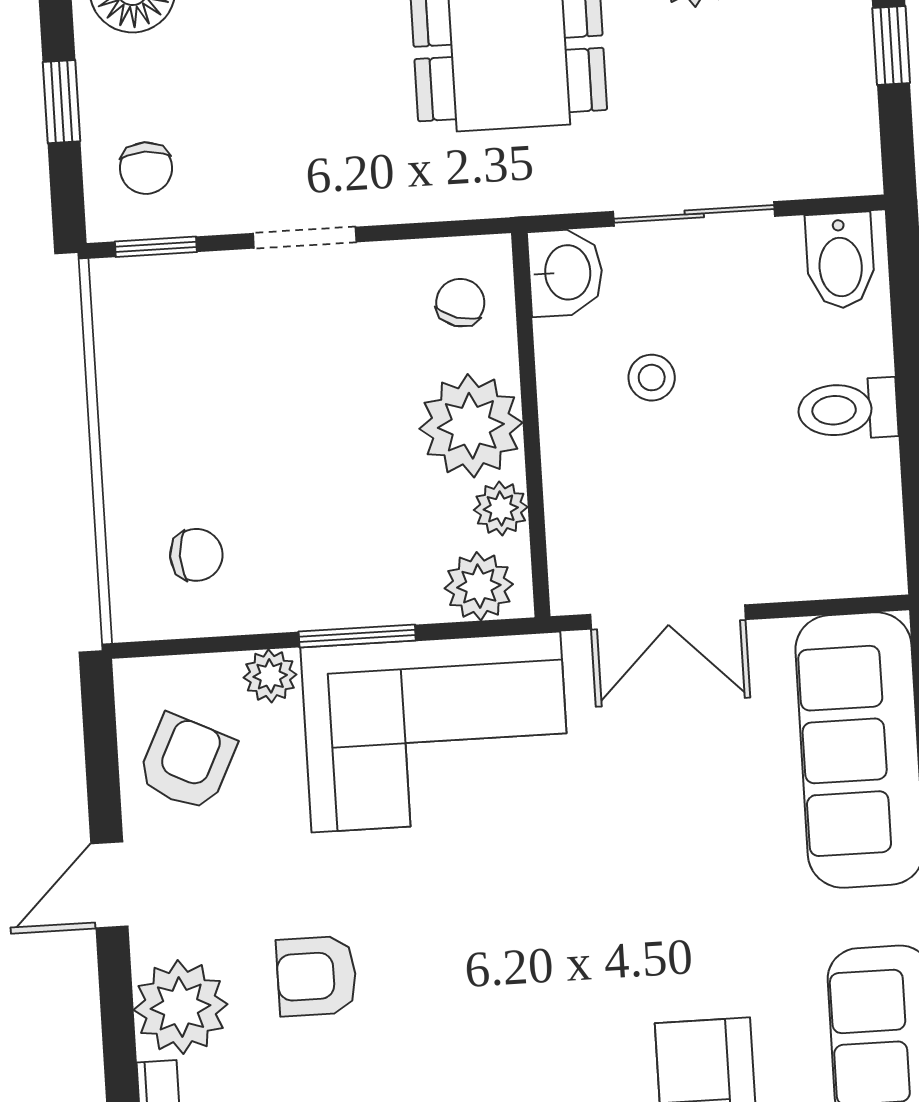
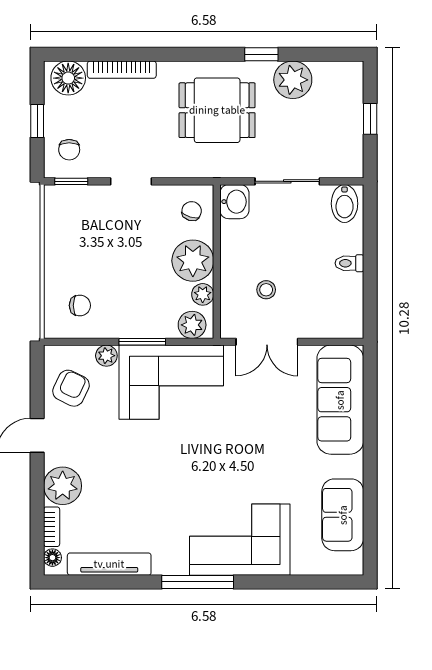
stool: (652, 378) -> (266, 290), moved
toilet: (848, 409) -> (349, 263), width x0.73, depth x0.72
armchair: (317, 976) -> (118, 477), removed

